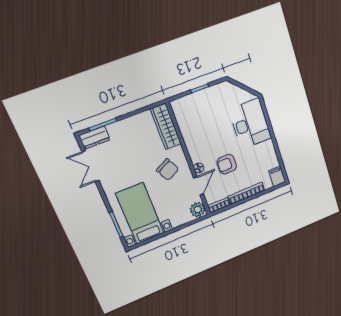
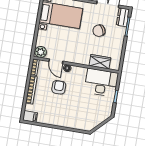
desk: (250, 124) -> (101, 82), moved, turned 180
wardrobe: (166, 127) -> (100, 62), width x0.67
chair: (168, 170) -> (99, 31), moved

